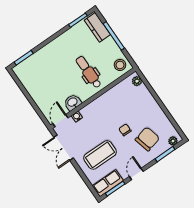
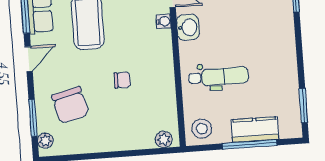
kitchen counter: (97, 27) -> (255, 129), moved
chair: (125, 130) -> (122, 80), moved
door: (136, 174) -> (29, 59), hinge flipped

